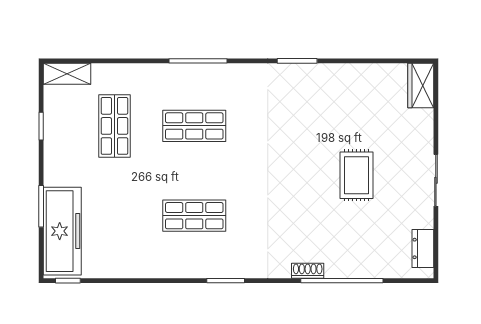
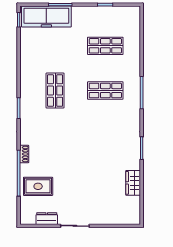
shelving: (67, 74) -> (134, 19), removed
wardrobe: (421, 85) -> (133, 183), moved, turned -90
shop shelf: (194, 126) -> (105, 91), turned 90
rug: (356, 175) -> (38, 186), moved
dresser: (423, 248) -> (47, 219), moved

